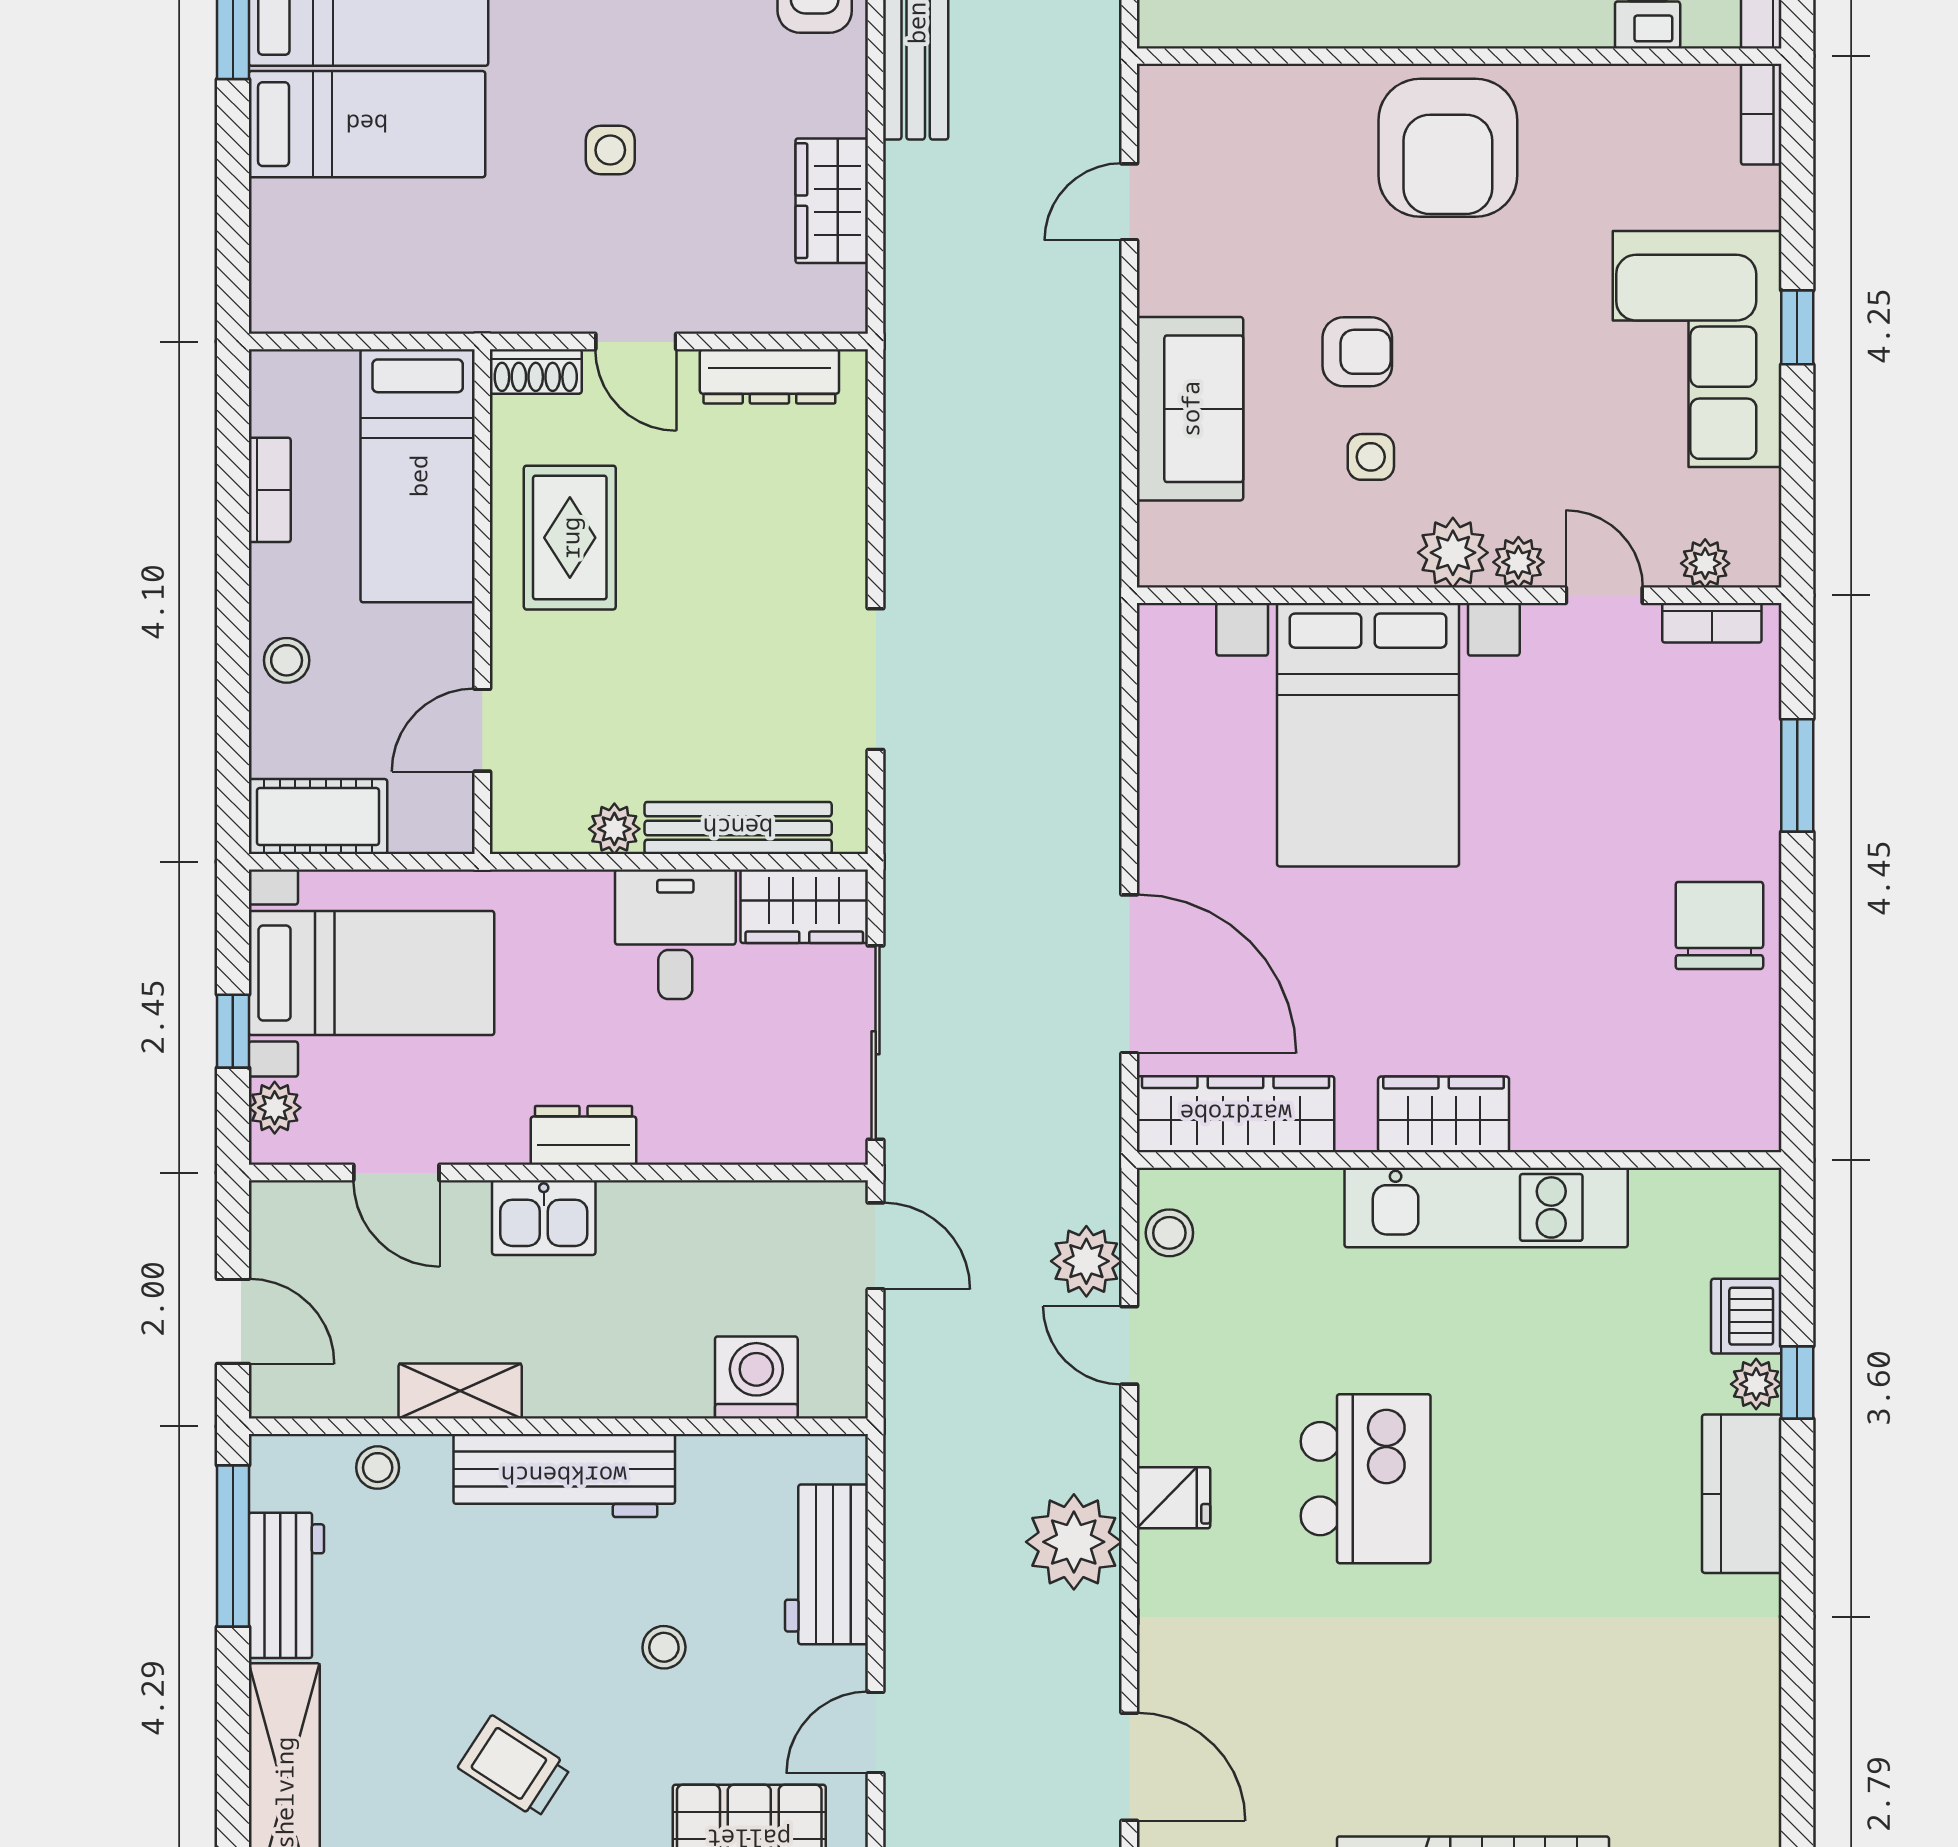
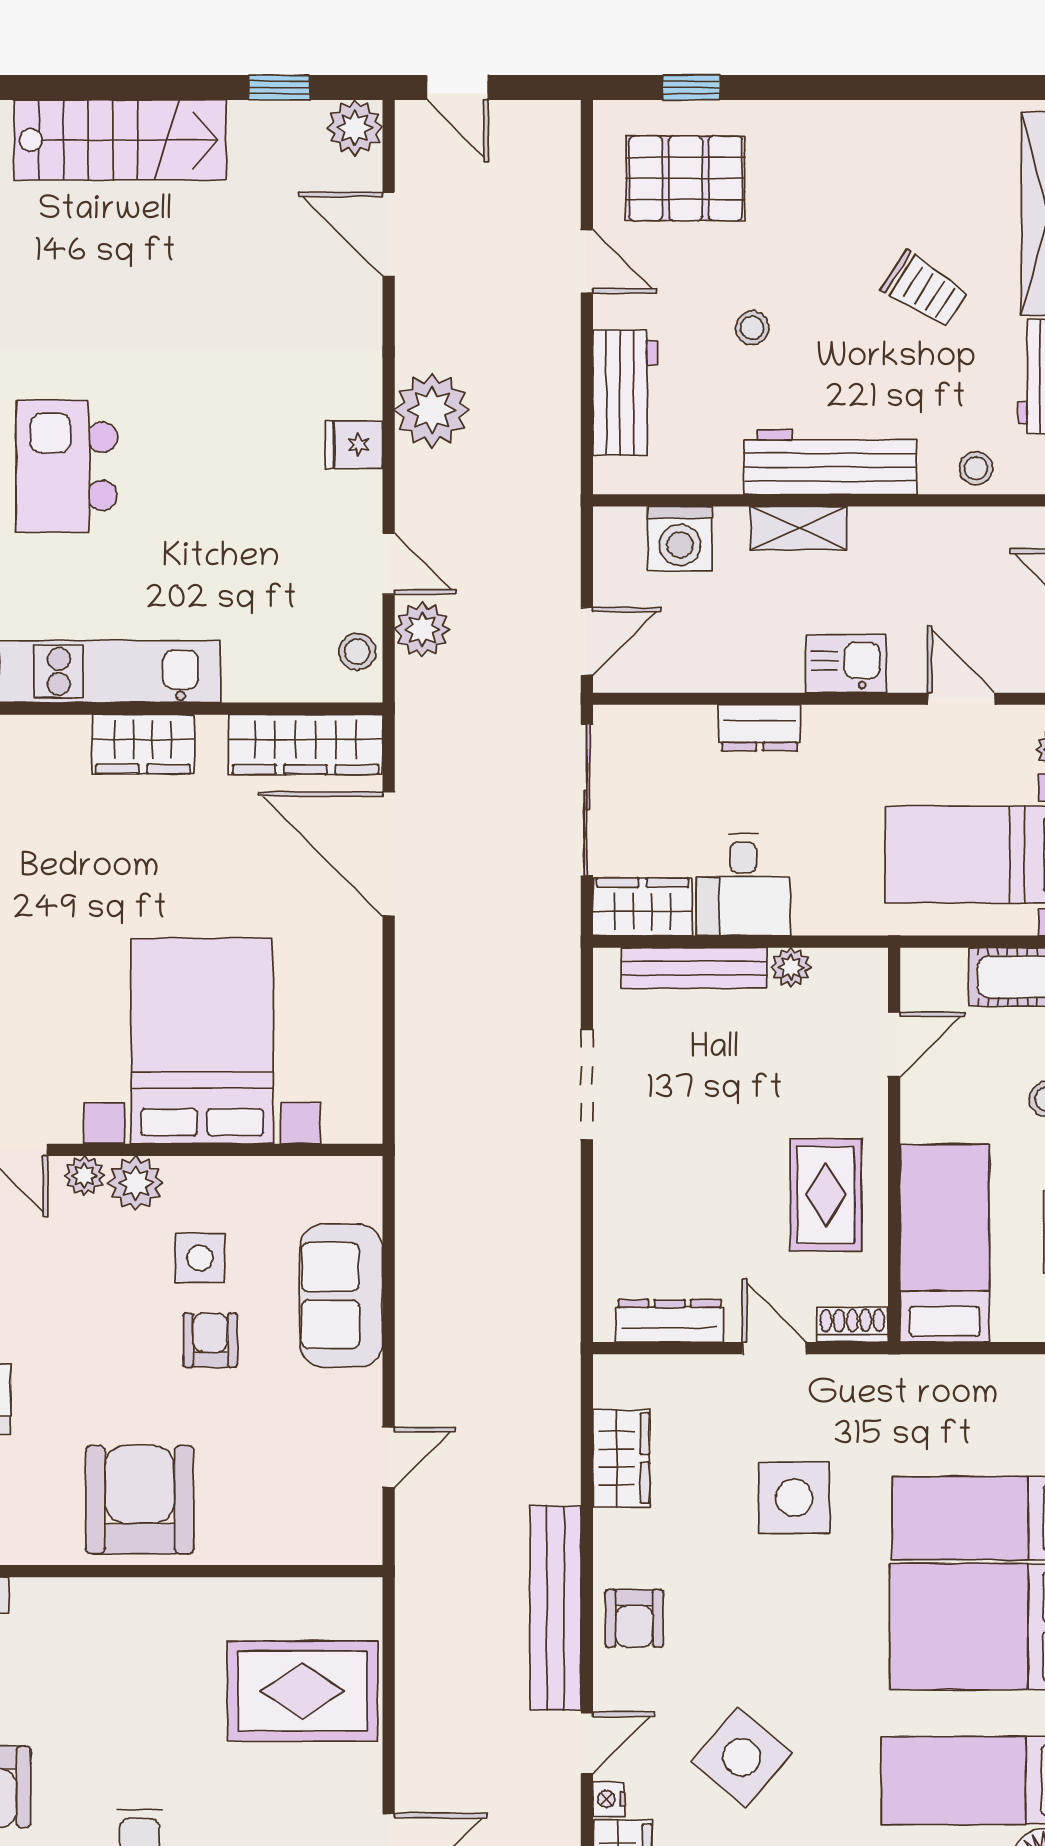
side table: (610, 150) -> (794, 1498), width x1.87, depth x1.87
armchair: (1357, 352) -> (210, 1340), turned 90
side table: (1371, 457) -> (200, 1258), width x1.37, depth x1.37
dresser: (583, 1135) -> (760, 728), moved
door: (876, 1246) -> (587, 641), swing flipped
shelving: (460, 1391) -> (799, 528), moved
kitchen island: (1366, 1479) -> (67, 466), moved
door: (876, 1733) -> (587, 261), hinge flipped
trolley: (514, 1767) -> (925, 290), moved

